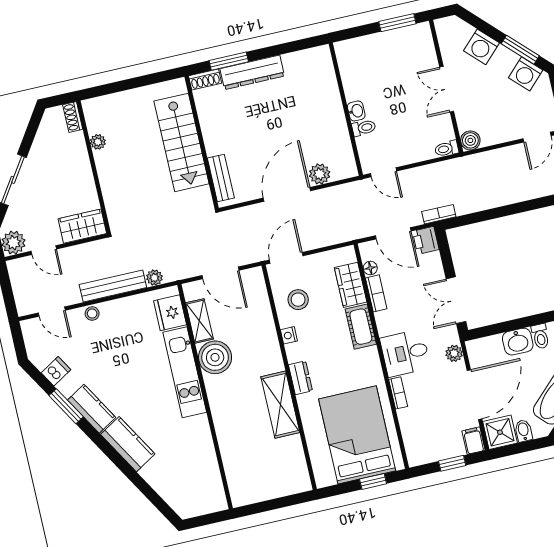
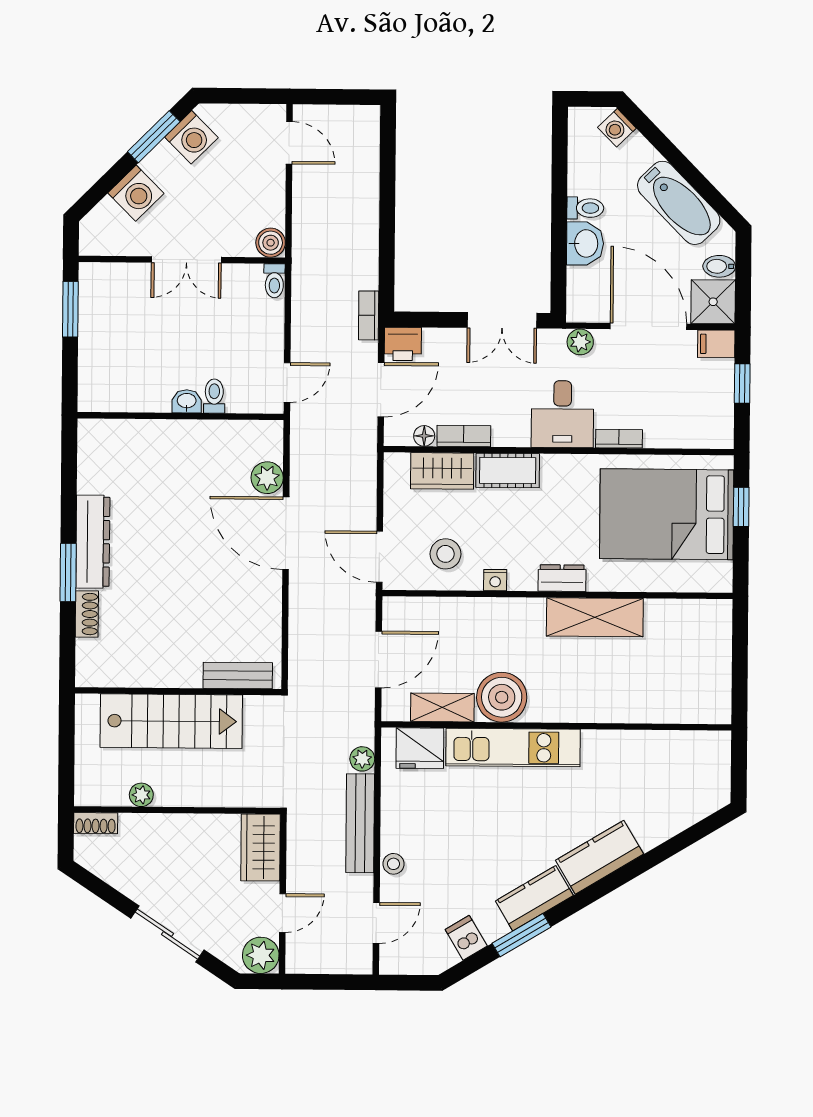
stairs: (182, 142) -> (171, 721), moved
wall: (202, 142) -> (178, 691), moved
bench: (221, 178) -> (238, 676), moved

